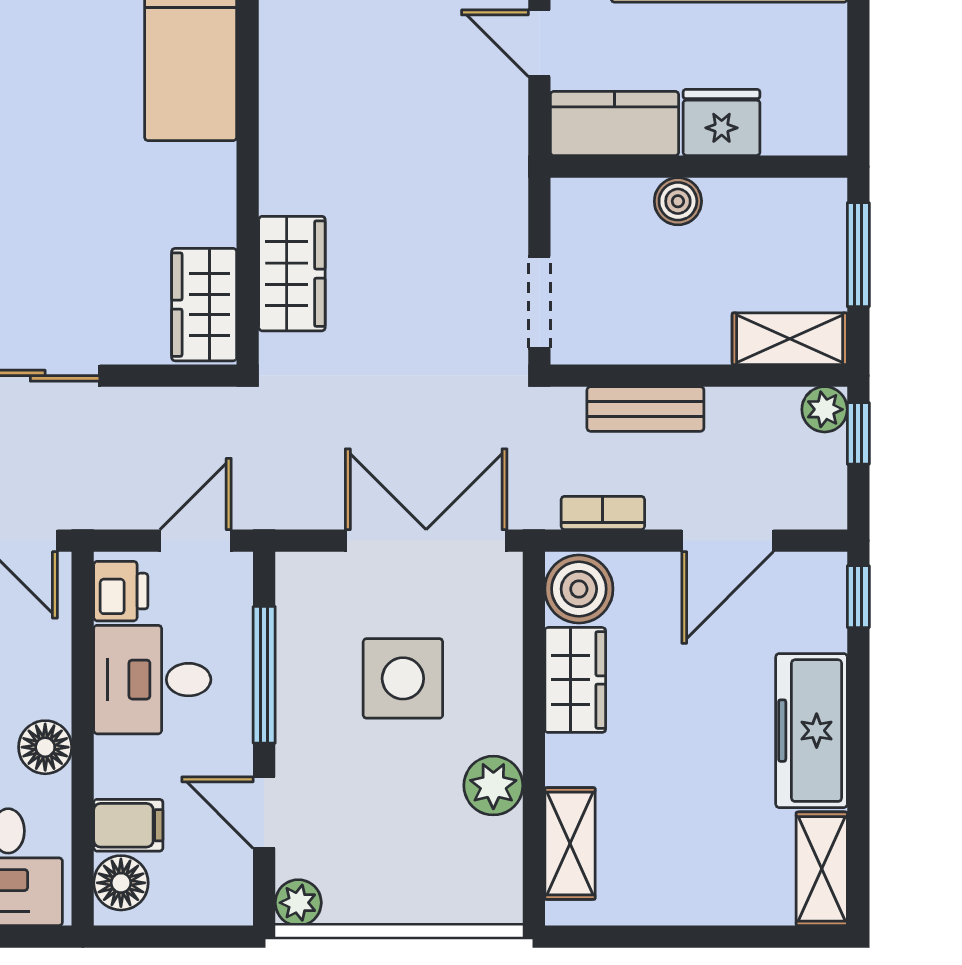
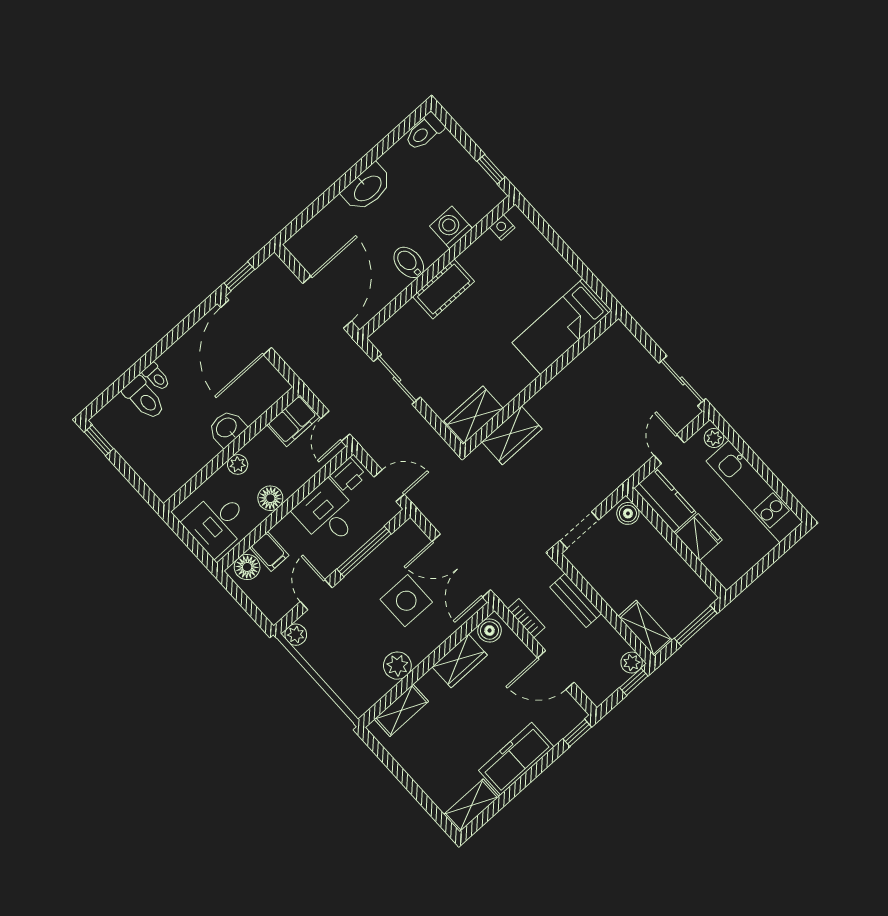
boiler: (678, 201) -> (628, 513), moved
double door: (426, 541) -> (461, 566), swing flipped
boiler: (579, 589) -> (490, 631), width x0.73, depth x0.73

